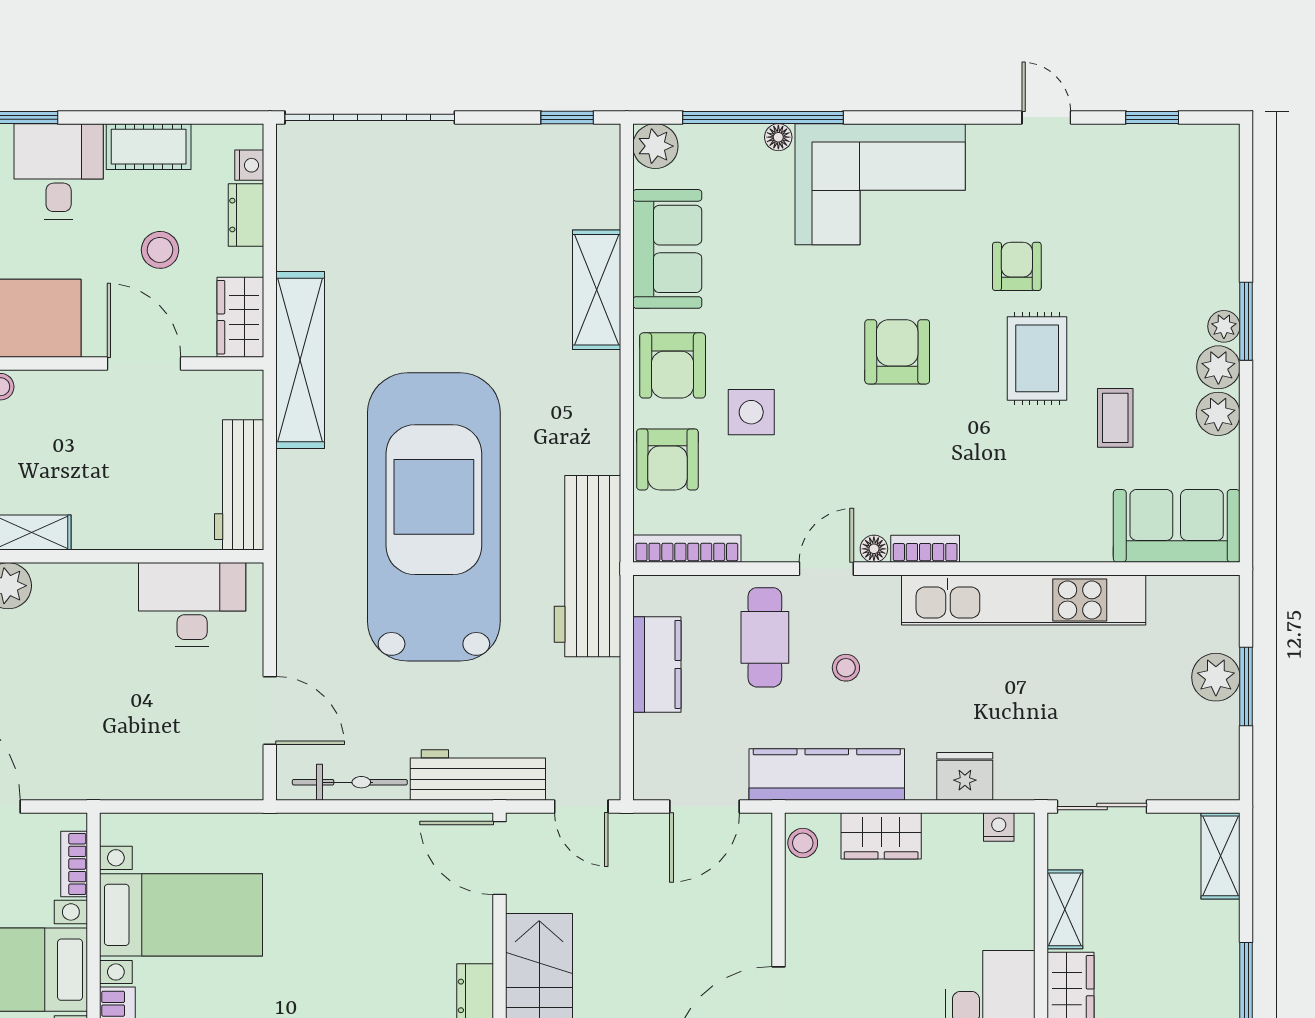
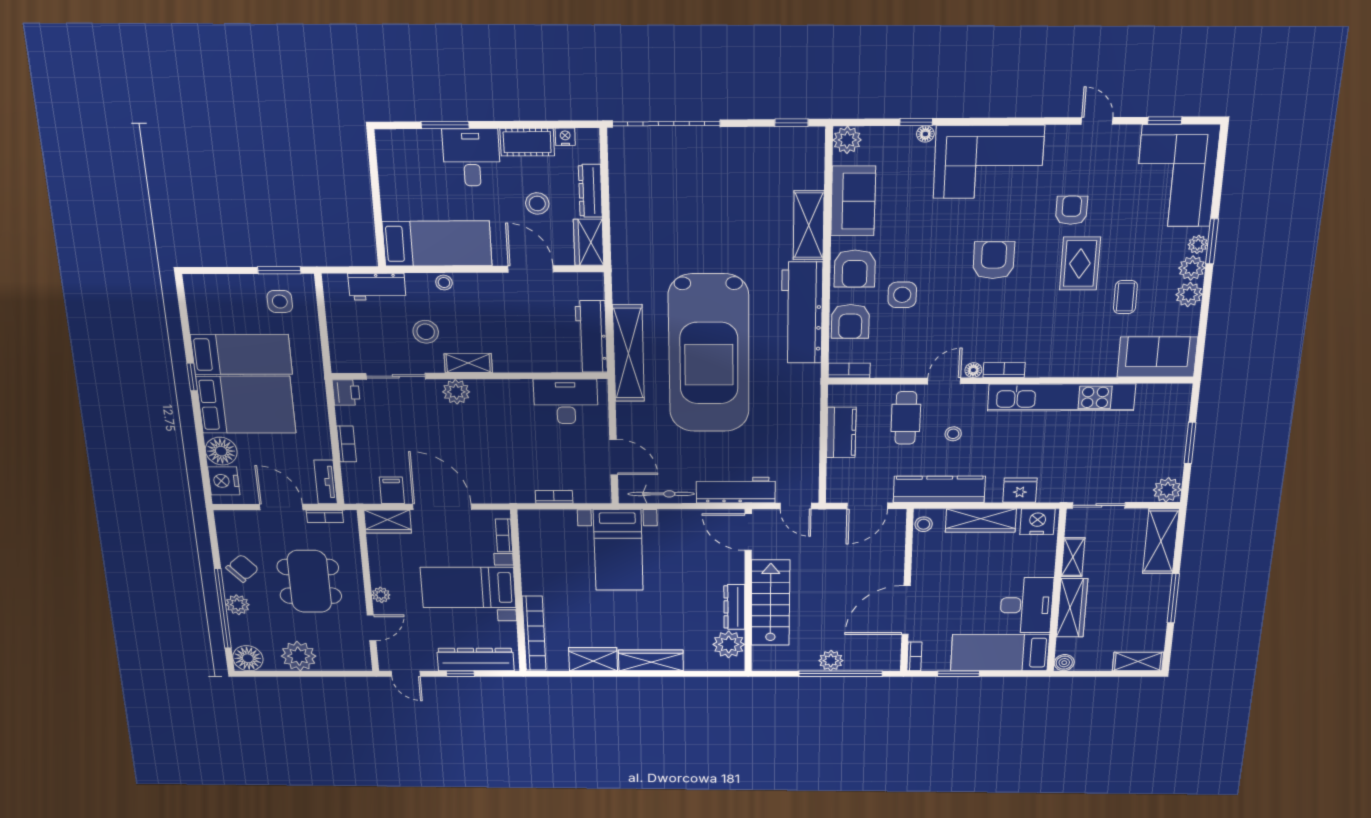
window: (763, 117) -> (916, 122), width x0.32
nightstand: (249, 165) -> (565, 137), moved, turned -90
corner sofa: (1179, 209) -> (1176, 176), added
dresser: (246, 215) -> (590, 191), width x1.44
shelving: (300, 360) -> (629, 353), moved
car: (434, 517) -> (709, 354), turned 180
bookcase: (687, 549) -> (849, 370), width x0.64
workbench: (587, 566) -> (802, 313), moved
plant: (1216, 677) -> (1167, 490), moved
bookcase: (165, 788) -> (554, 497), added
nightstand: (999, 827) -> (1037, 522), width x1.89, depth x1.79
wardrobe: (881, 836) -> (981, 521), width x1.50
shelving: (1220, 856) -> (1161, 541), width x1.50, depth x1.33
bed with nightstands: (181, 915) -> (618, 550), moved, turned 90

